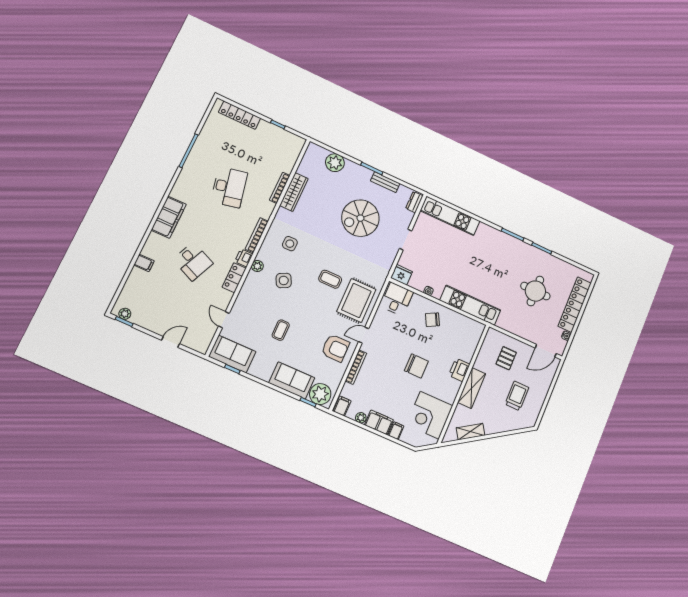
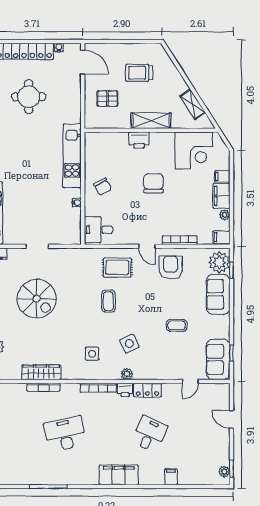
fridge: (402, 275) -> (73, 235), removed
rug: (356, 300) -> (117, 267), width x0.73, depth x0.70

